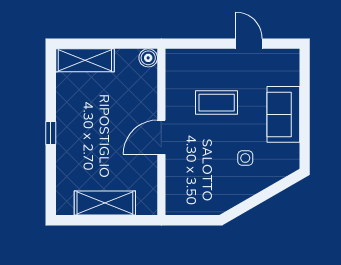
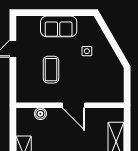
boiler: (148, 58) -> (40, 114), moved

